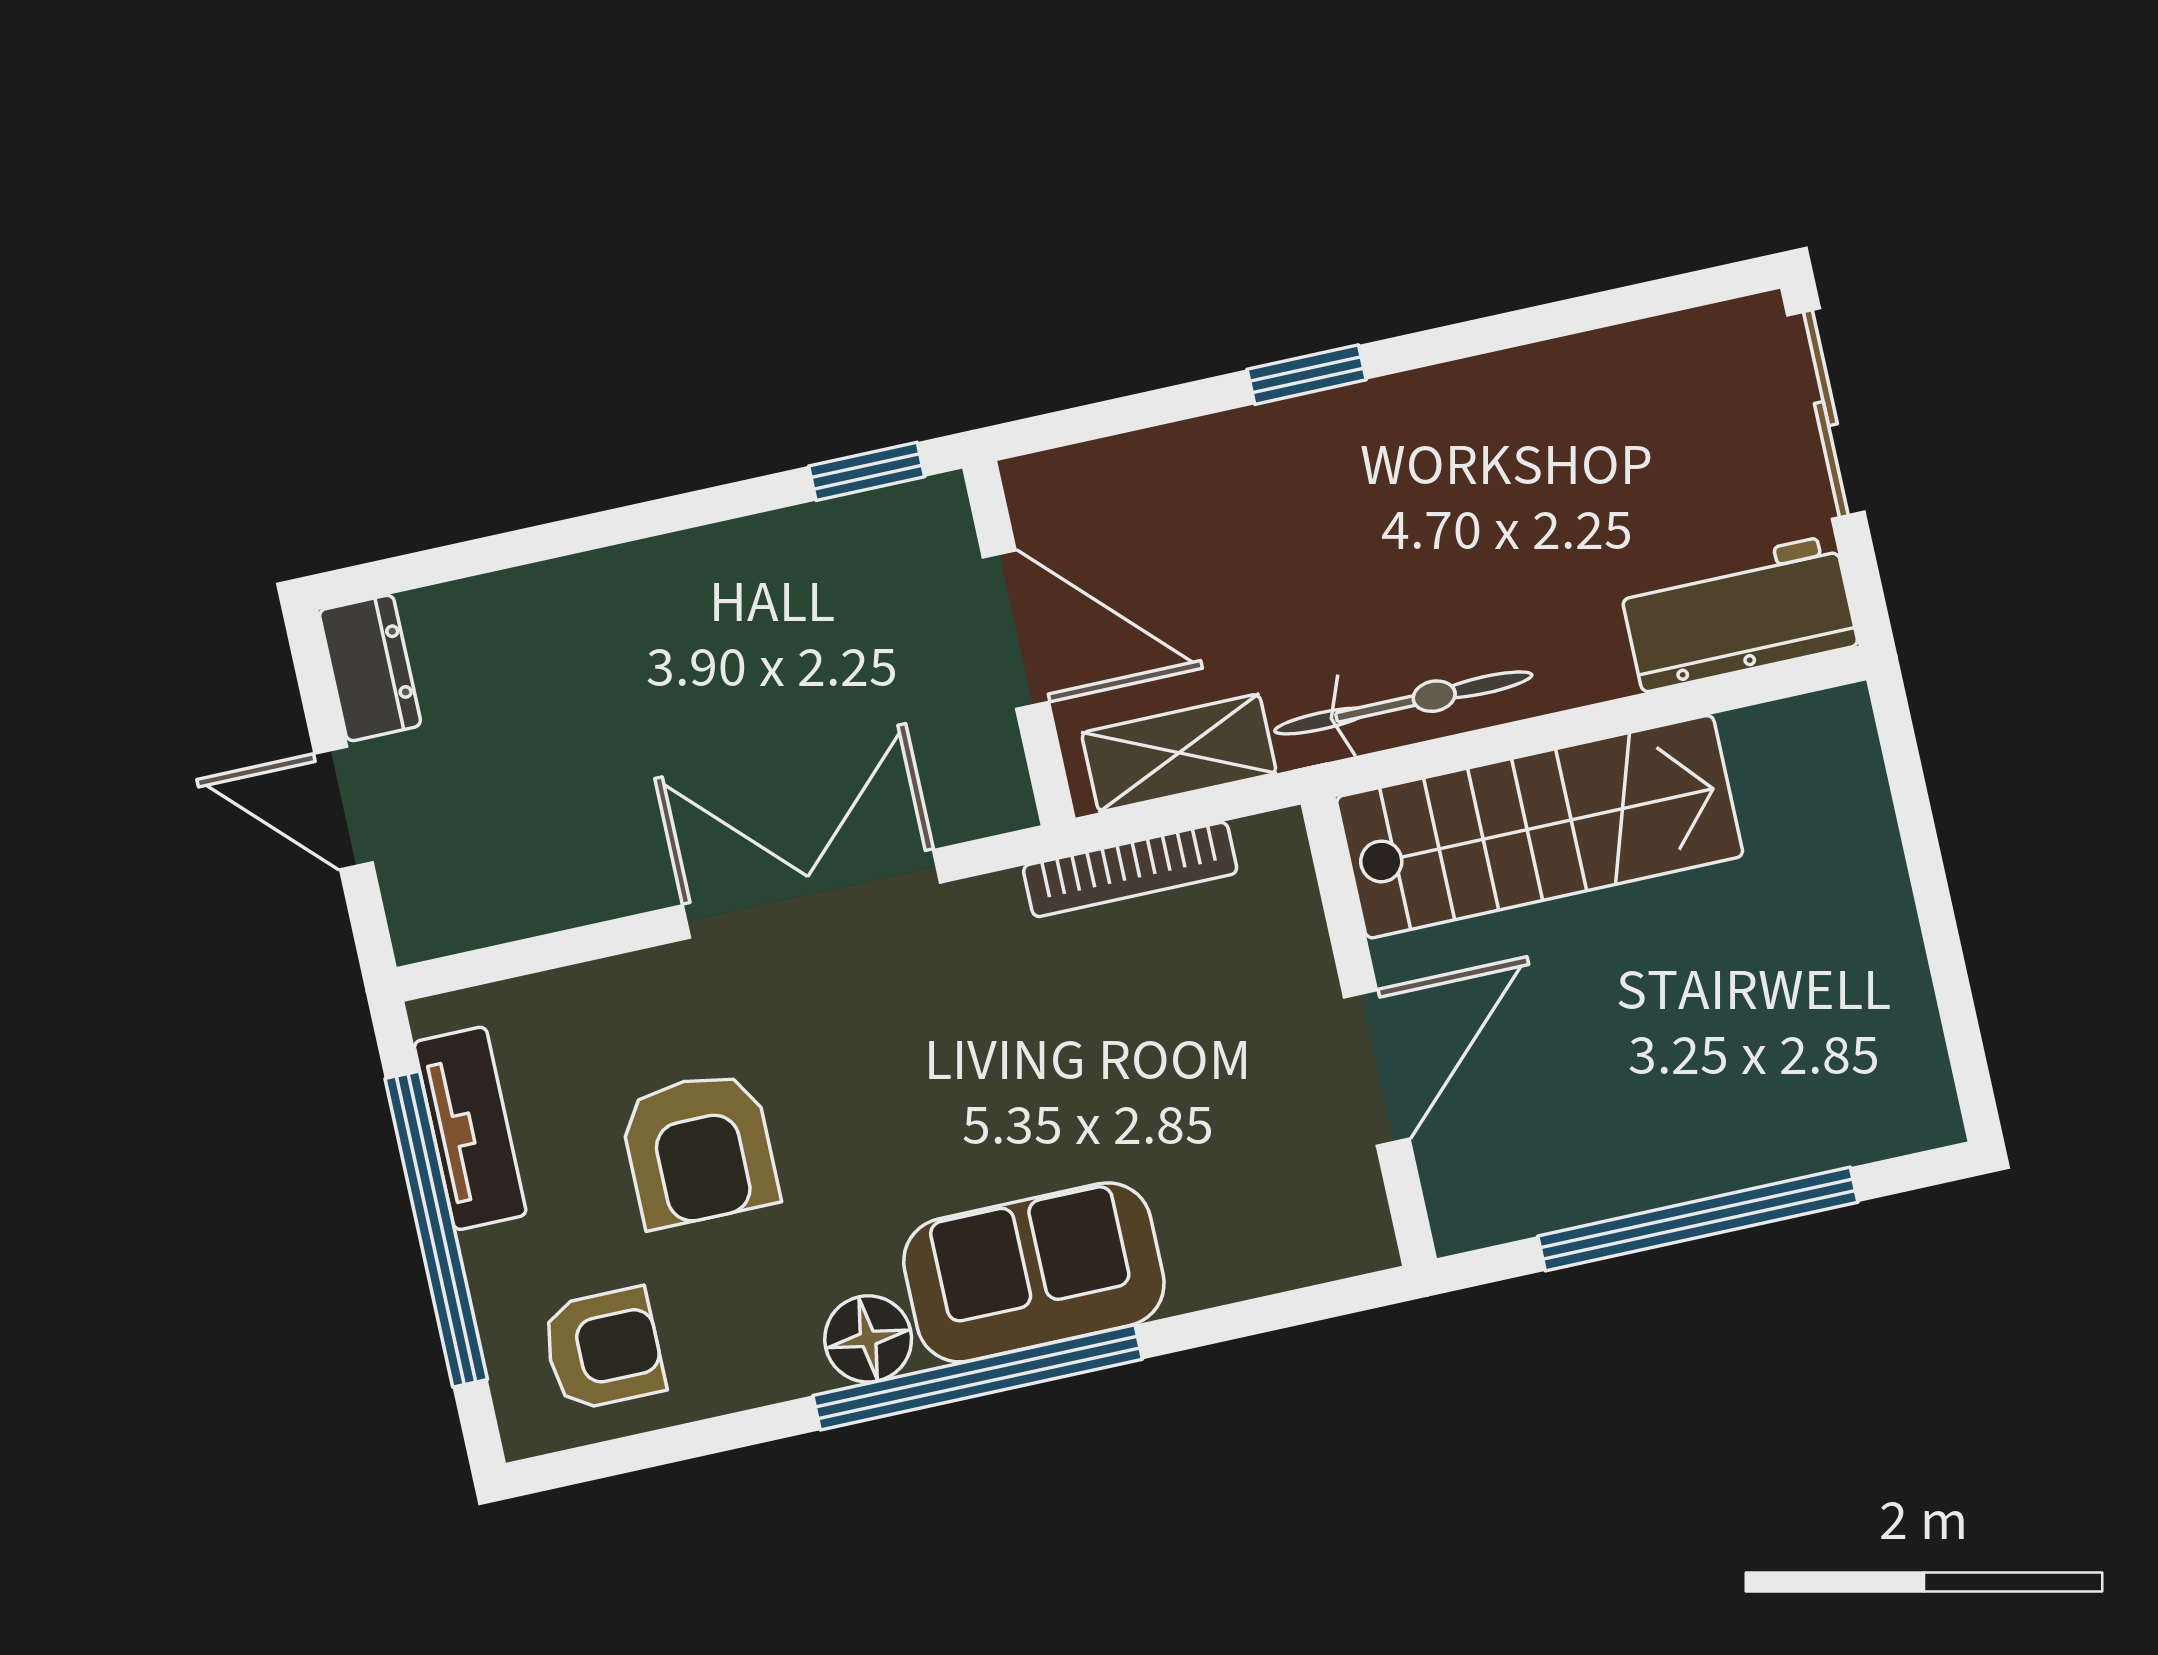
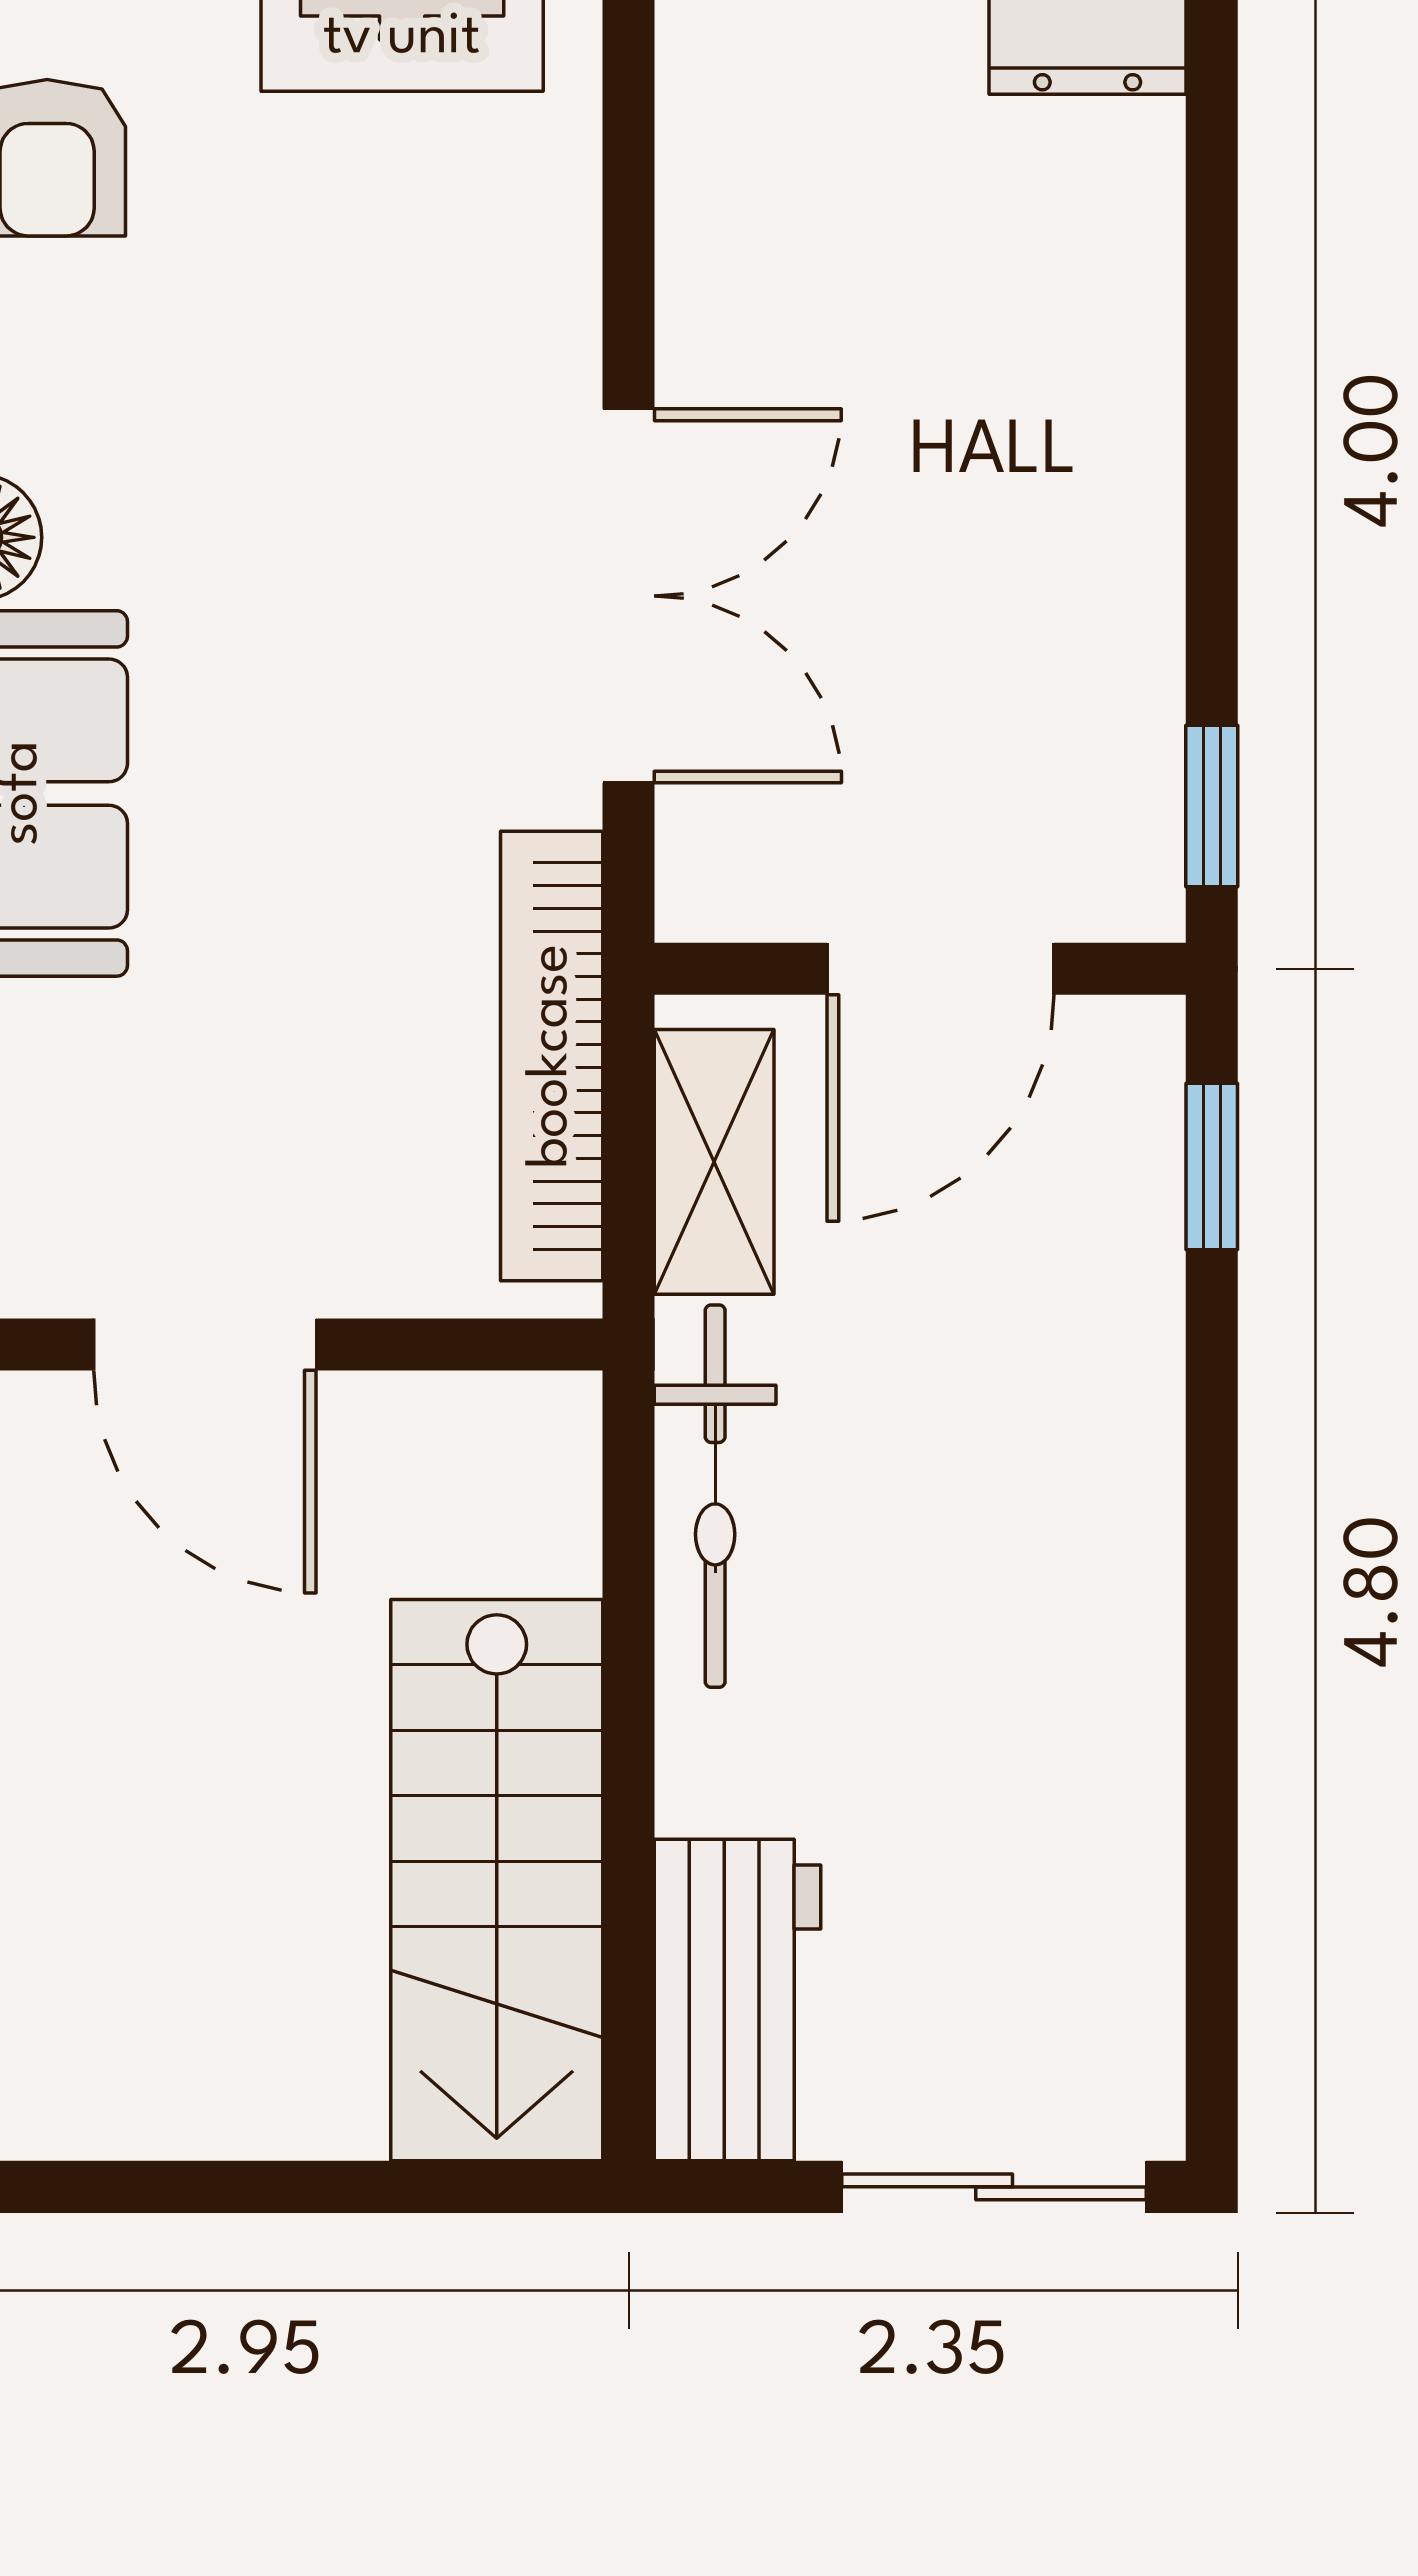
window: (1307, 375) -> (1212, 1167), moved
stairs: (1540, 827) -> (497, 1880), moved
bookcase: (1130, 870) -> (552, 1056), width x1.48, depth x1.31
armchair: (699, 1149) -> (301, 356), removed

